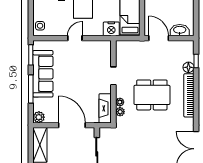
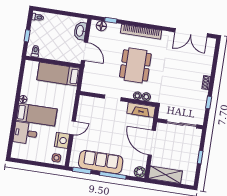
nightstand: (111, 29) -> (62, 140), moved
door: (75, 38) -> (73, 128), swing flipped
door: (159, 38) -> (85, 51), swing flipped
floor lamp: (188, 67) -> (101, 26), moved
door: (72, 125) -> (152, 143), hinge flipped

